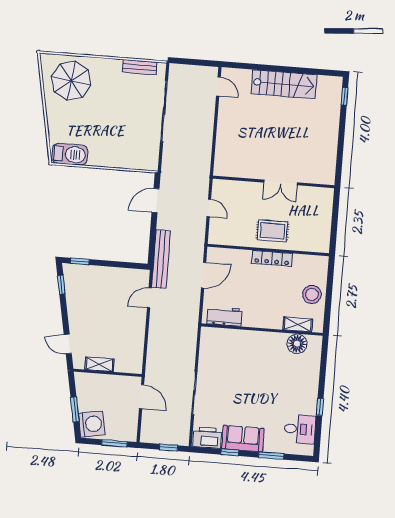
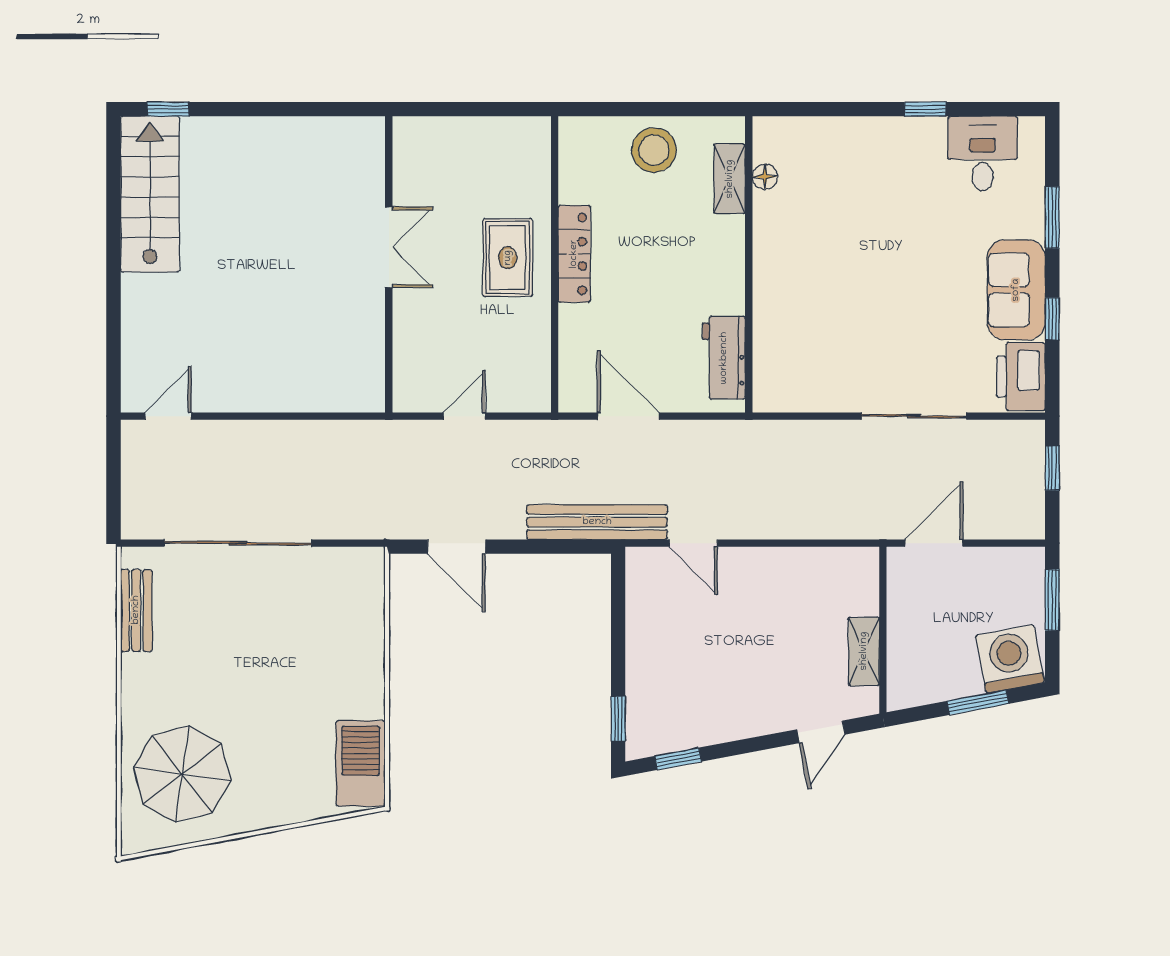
stairs: (284, 84) -> (150, 194), moved
floor lamp: (297, 344) -> (765, 177), width x0.53, depth x0.53

